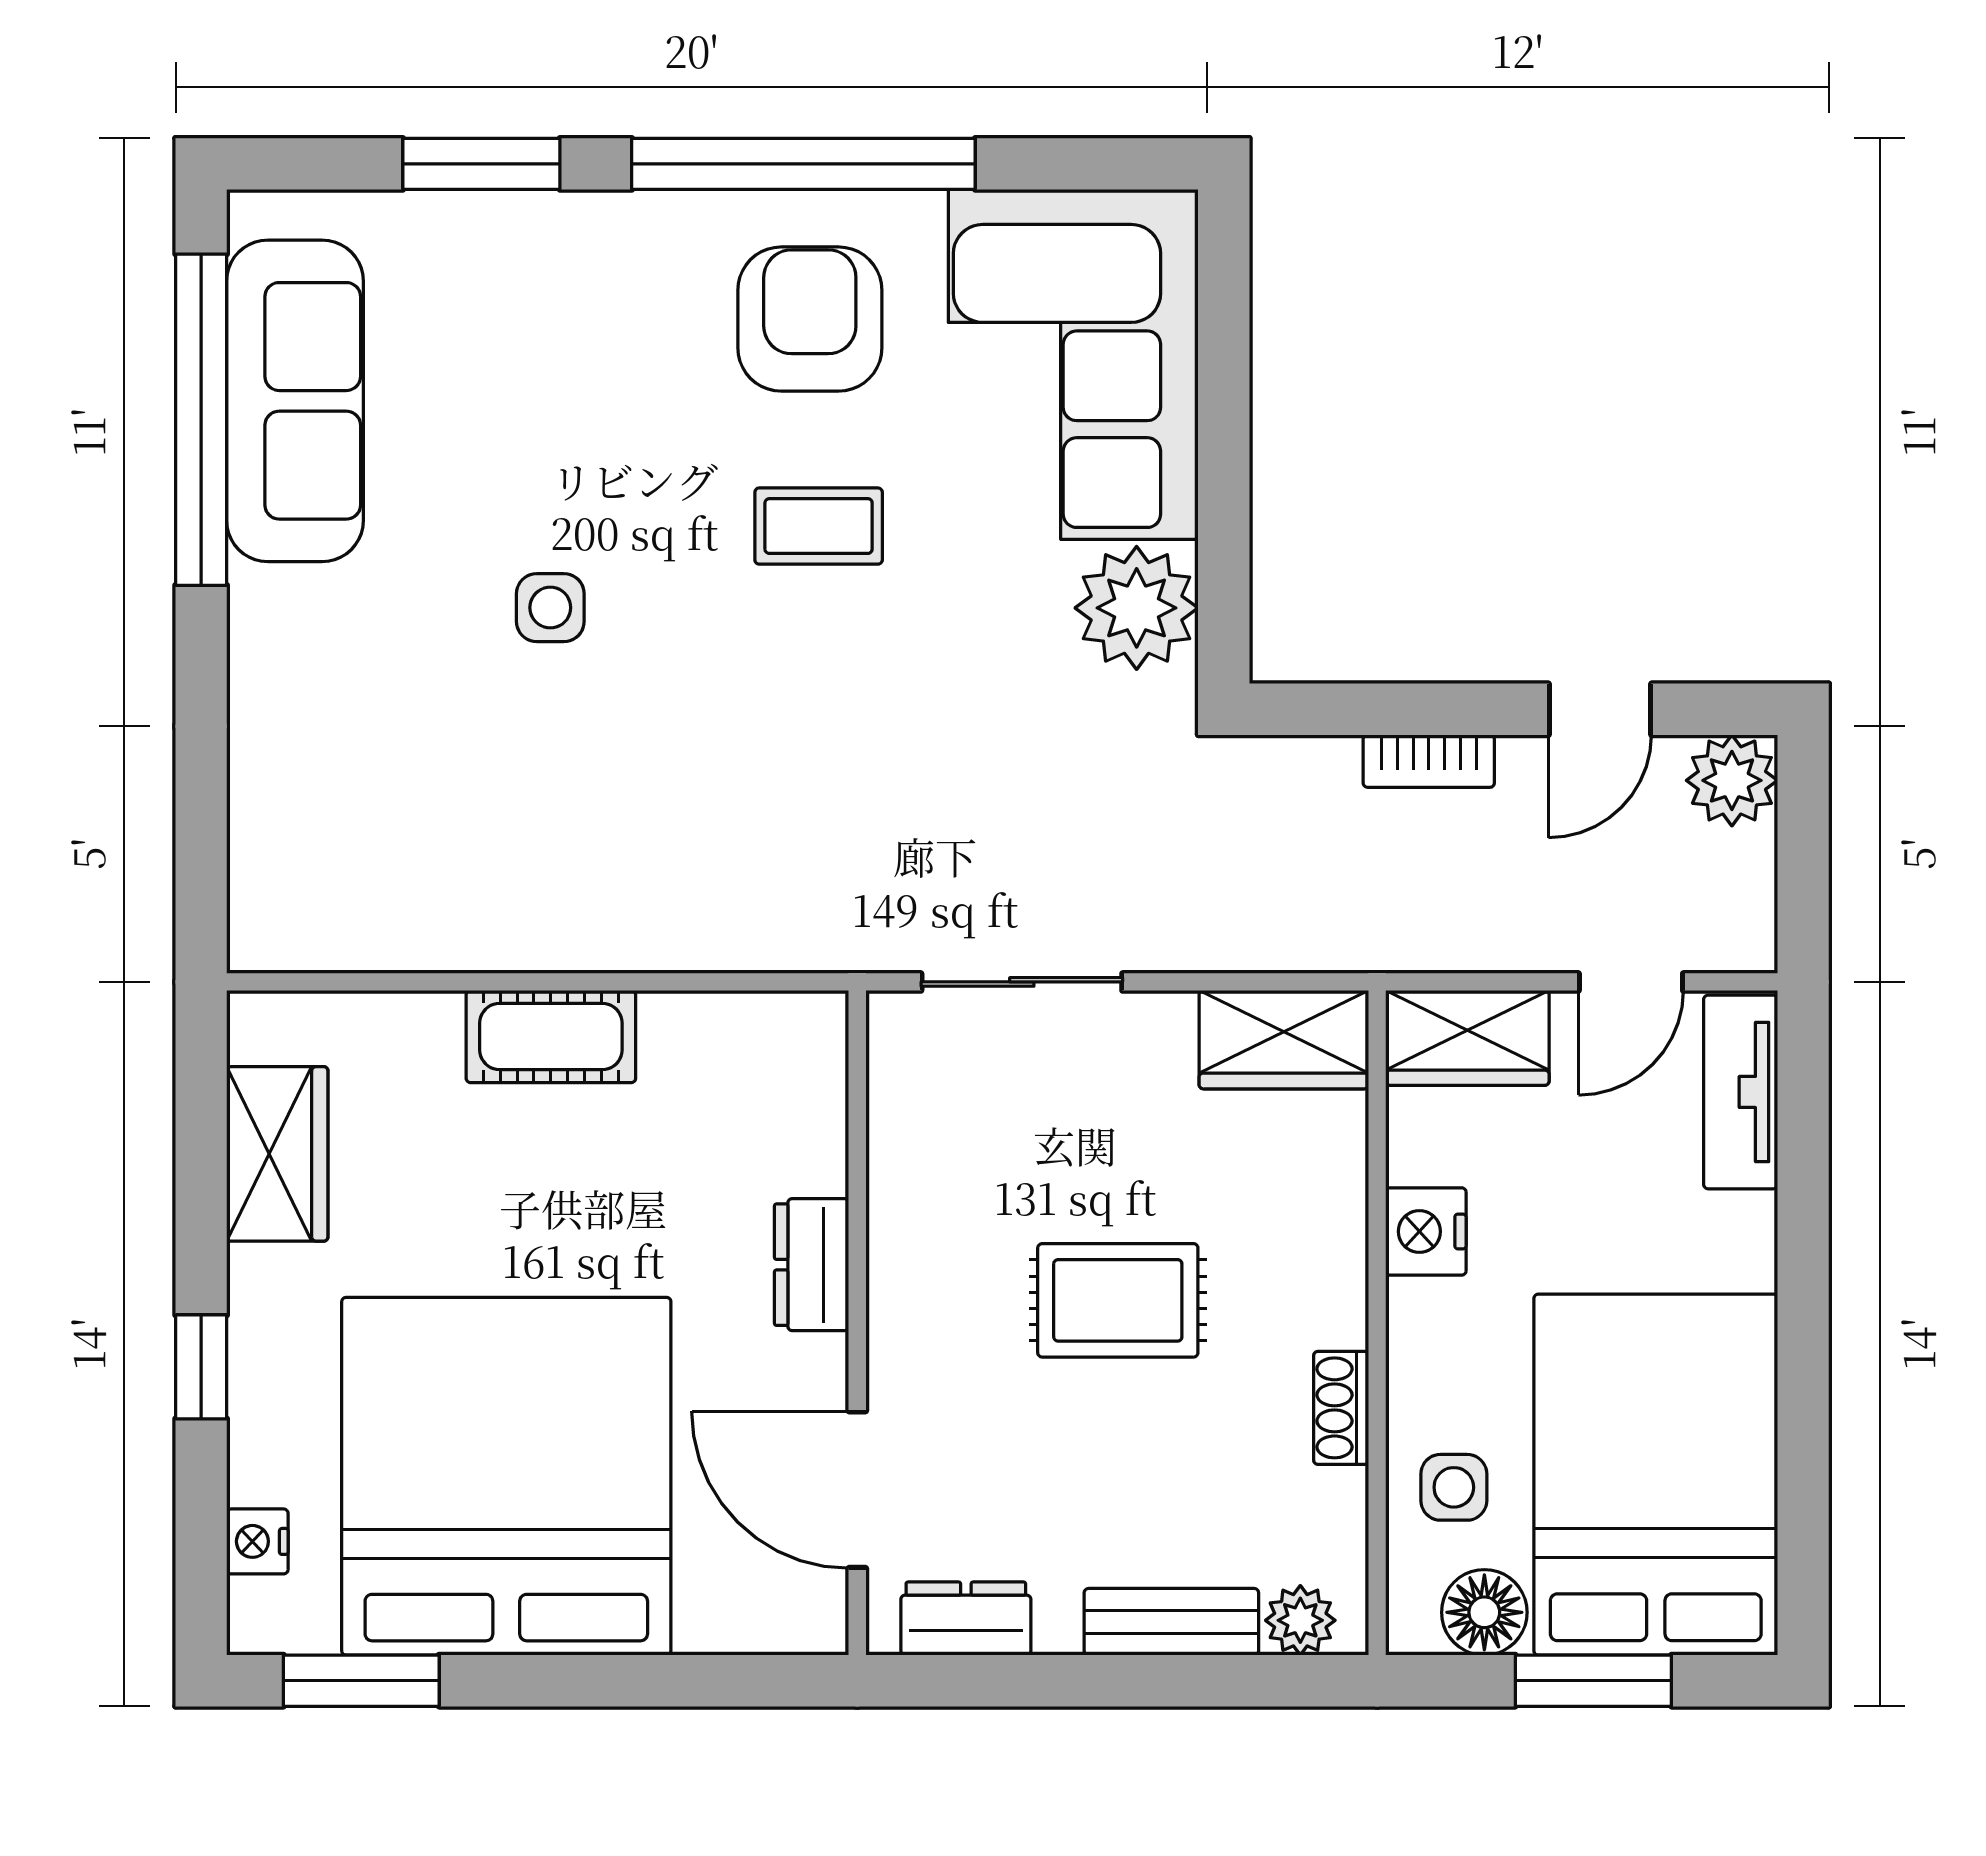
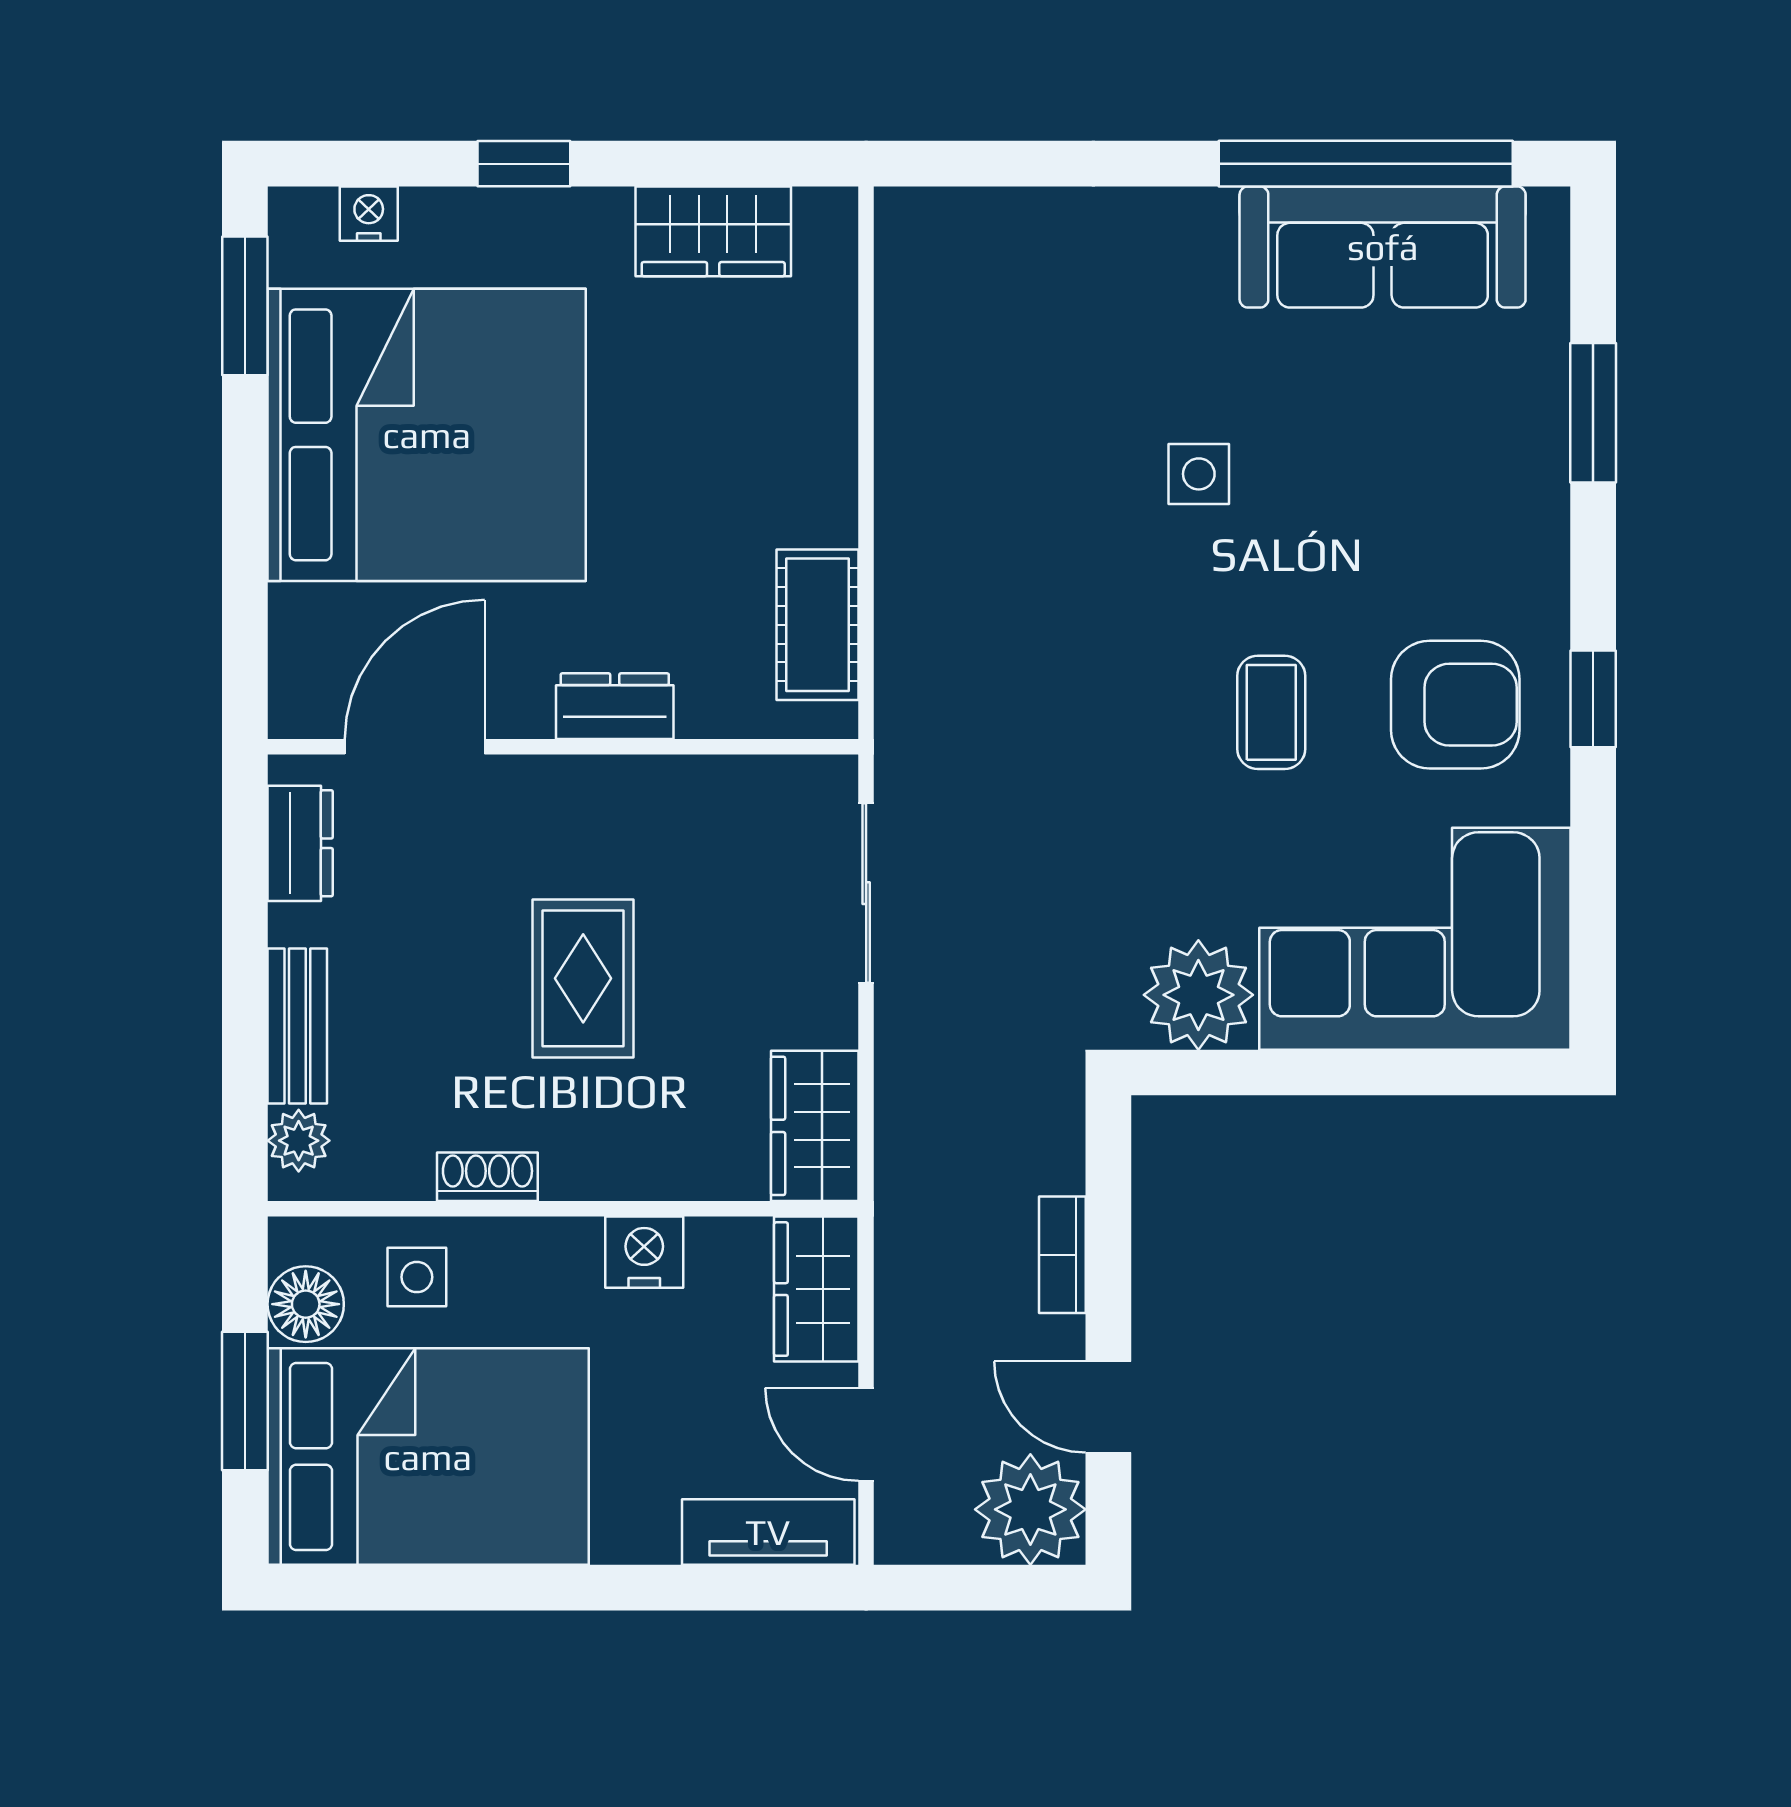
window: (803, 164) -> (1593, 699), width x0.32
plant: (1732, 780) -> (1030, 1509), width x1.36, depth x1.36
cot: (551, 1037) -> (818, 625), moved

